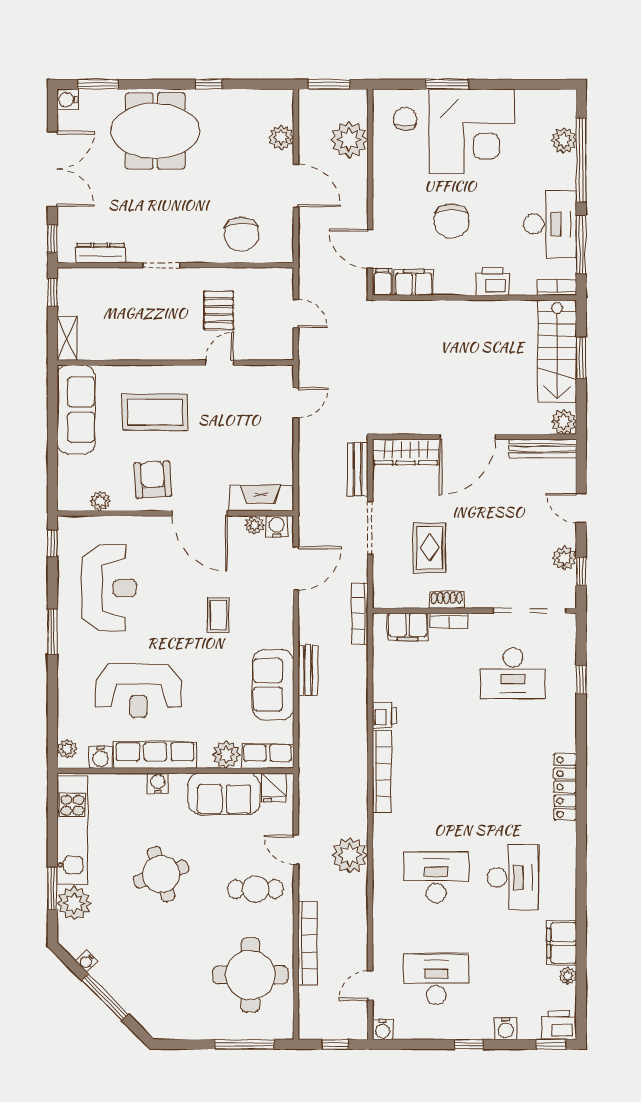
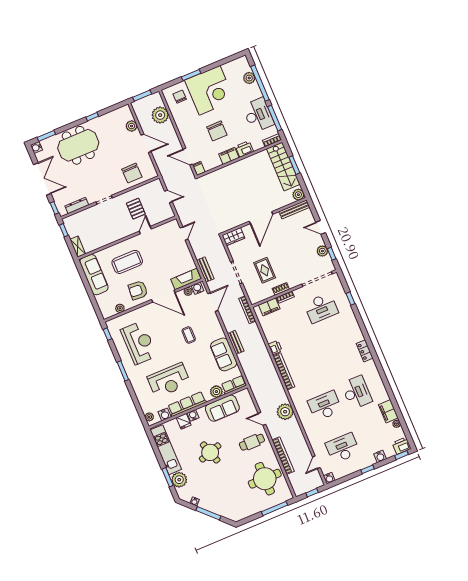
filing cabinet: (414, 282) -> (229, 156), moved
wardrobe: (406, 452) -> (233, 237), width x0.67
bench: (358, 469) -> (205, 270), moved
armchair: (153, 480) -> (138, 290), turned -81
fridge: (274, 787) -> (184, 421), moved
locker: (565, 787) -> (365, 351), width x0.66

